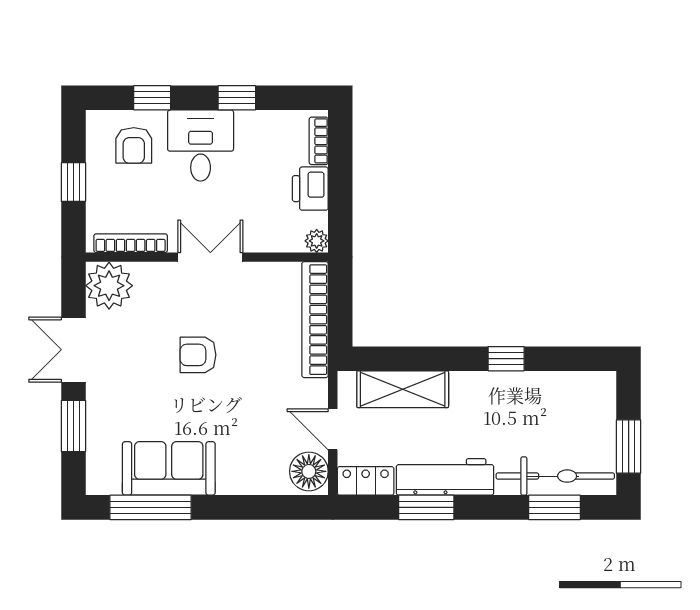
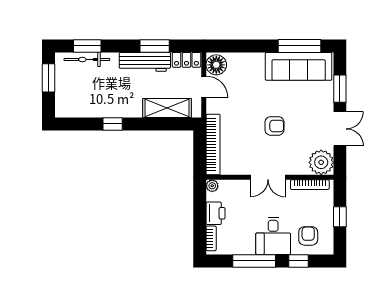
window: (237, 98) -> (254, 261), width x2.17
sofa: (169, 468) -> (299, 66), width x1.36
bicycle: (555, 476) -> (87, 60), width x0.73, depth x0.71

